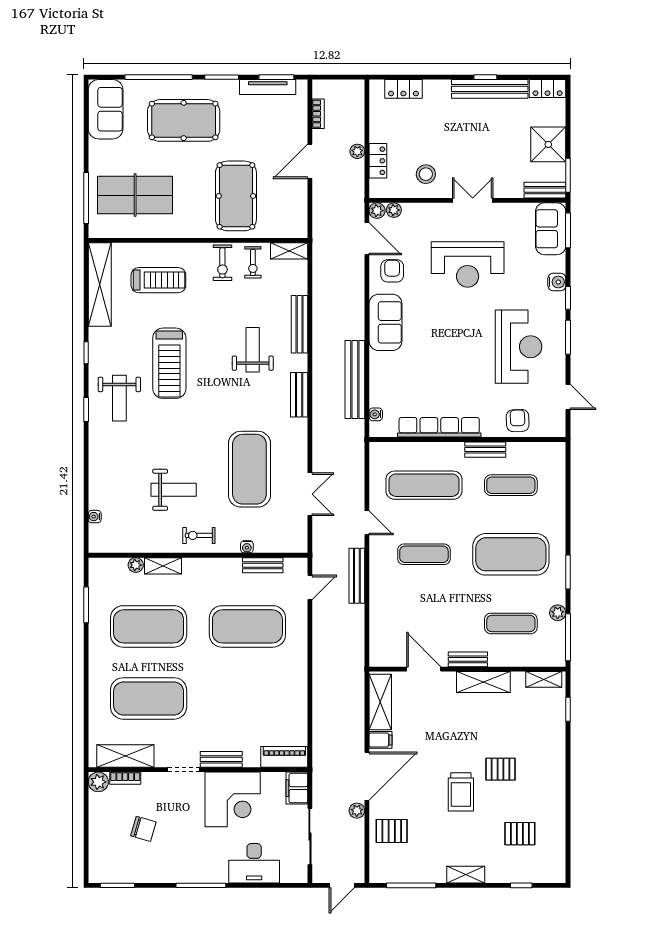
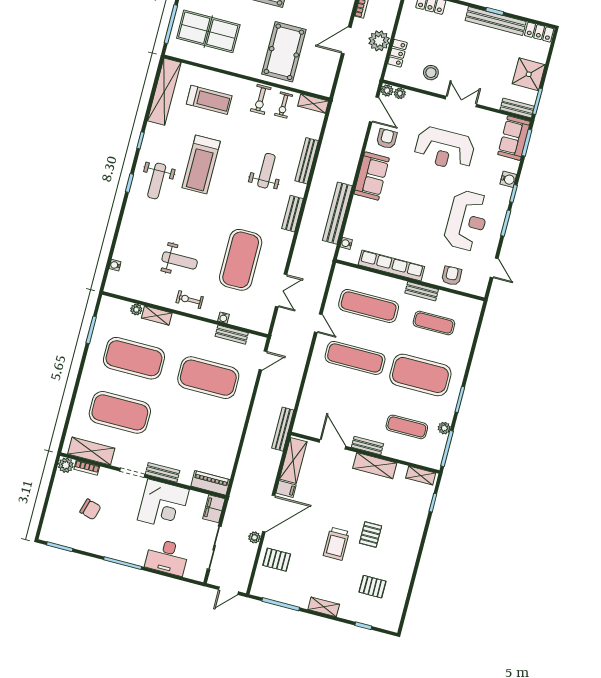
plant: (357, 151) -> (379, 41), width x1.88, depth x1.88
exercise mat: (424, 554) -> (355, 358), width x1.36, depth x1.45
bench: (357, 576) -> (283, 429), moved
pallet: (501, 769) -> (371, 534), turned 90

